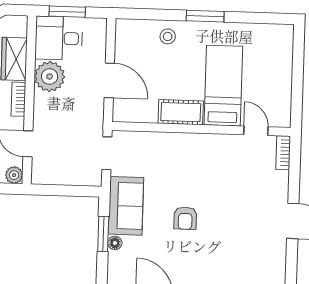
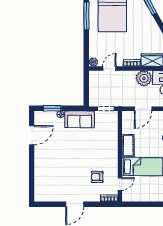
armchair: (185, 218) -> (97, 177), moved
window: (103, 234) -> (52, 108), moved

